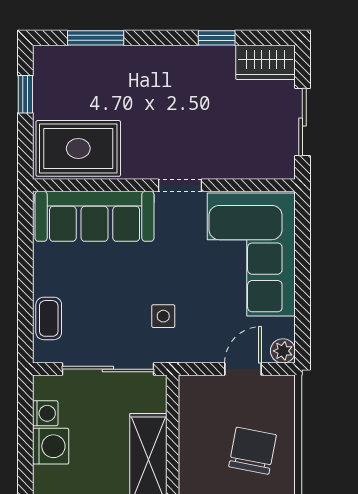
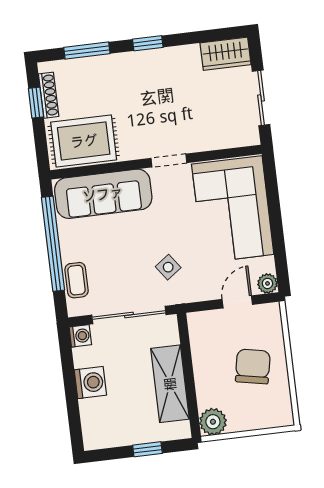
window: (217, 38) -> (148, 43), moved
shoe rack: (42, 87) -> (49, 95), added
window: (25, 270) -> (53, 244), added
side table: (163, 316) -> (168, 267), turned -36
washing machine: (45, 413) -> (80, 336), moved

